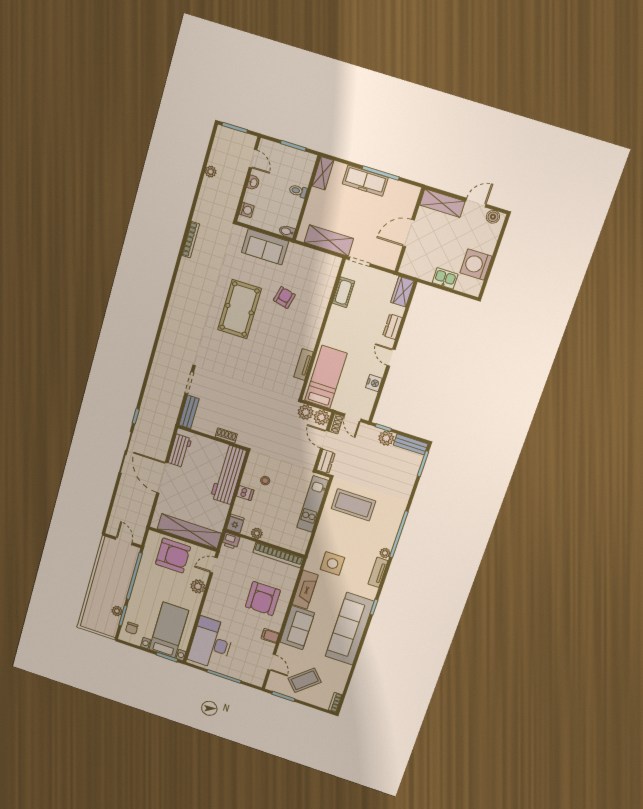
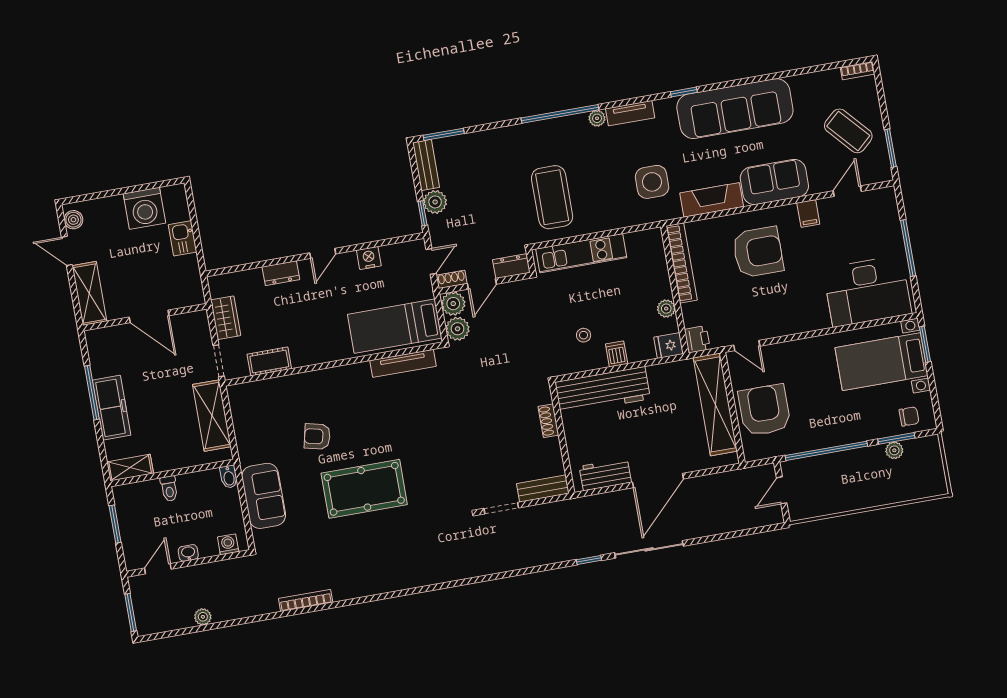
wardrobe: (402, 292) -> (226, 318), moved, turned -90
tv unit: (303, 365) -> (403, 363), width x1.41
plant: (198, 586) -> (791, 352), removed

